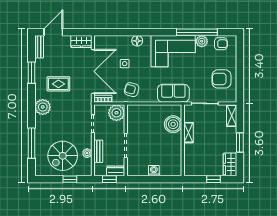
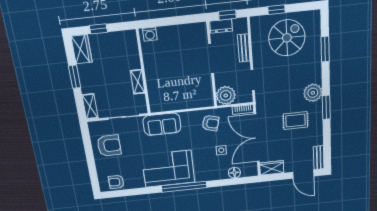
door: (53, 32) -> (303, 174), hinge flipped
window: (197, 32) -> (184, 187), moved
floor lamp: (137, 41) -> (234, 173), moved
plant: (202, 41) -> (138, 182), removed
window: (31, 73) -> (326, 107), moved
boiler: (173, 124) -> (157, 89), removed
window: (31, 143) -> (325, 49), width x0.69
plant: (87, 153) -> (257, 44), removed
washing machine: (154, 171) -> (150, 34), moved

